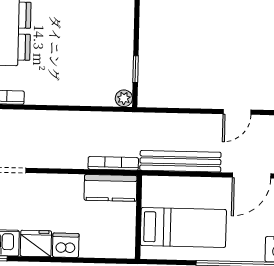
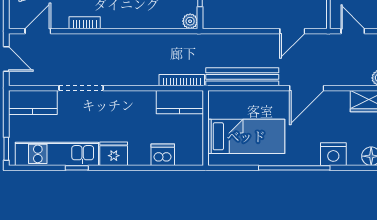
dishwasher: (66, 245) -> (163, 155), moved

